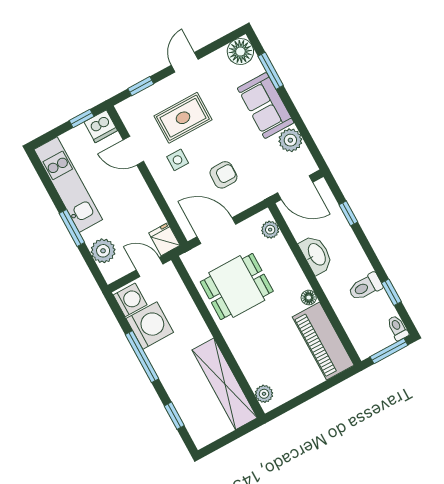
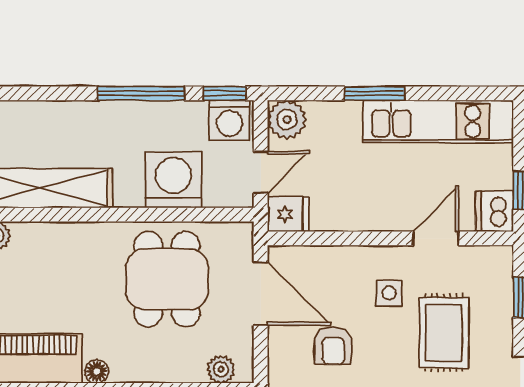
door: (216, 231) -> (261, 294), hinge flipped
plant: (103, 251) -> (287, 120), moved
washing machine: (150, 325) -> (173, 180), moved, turned 180
window: (174, 416) -> (225, 93), moved

